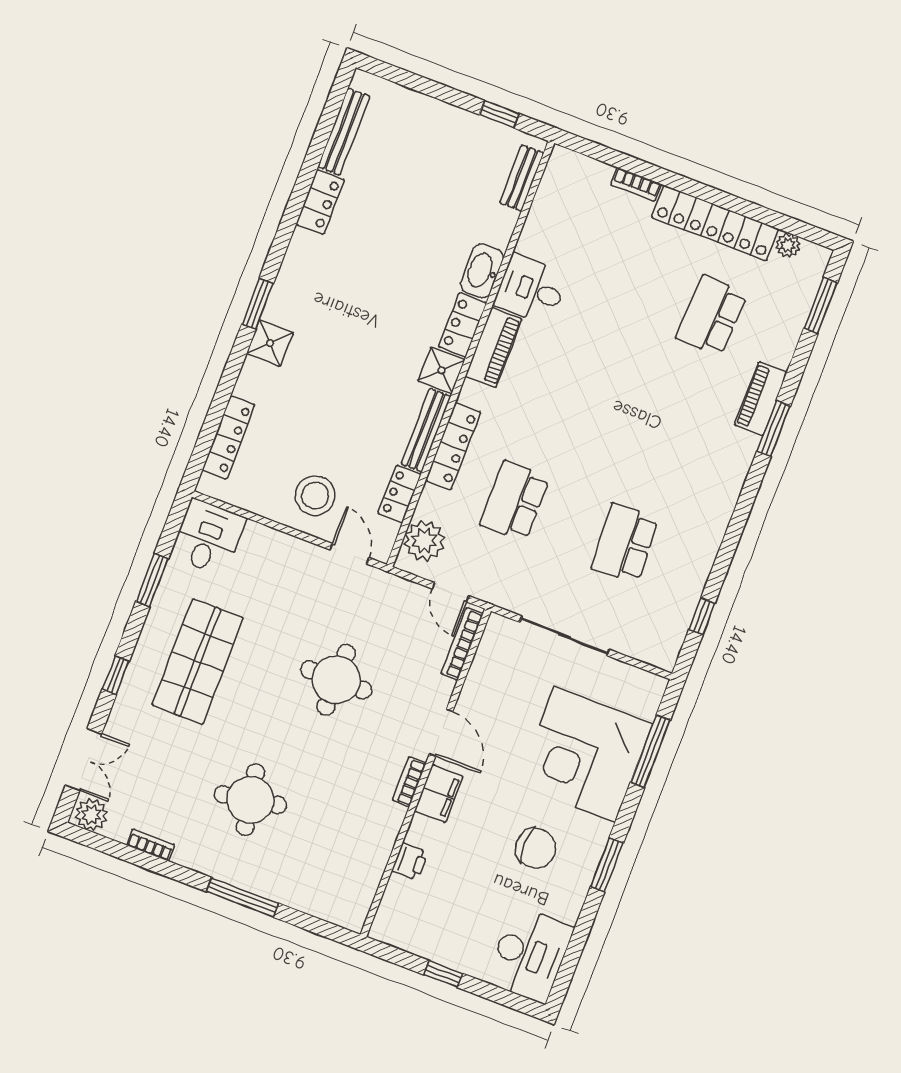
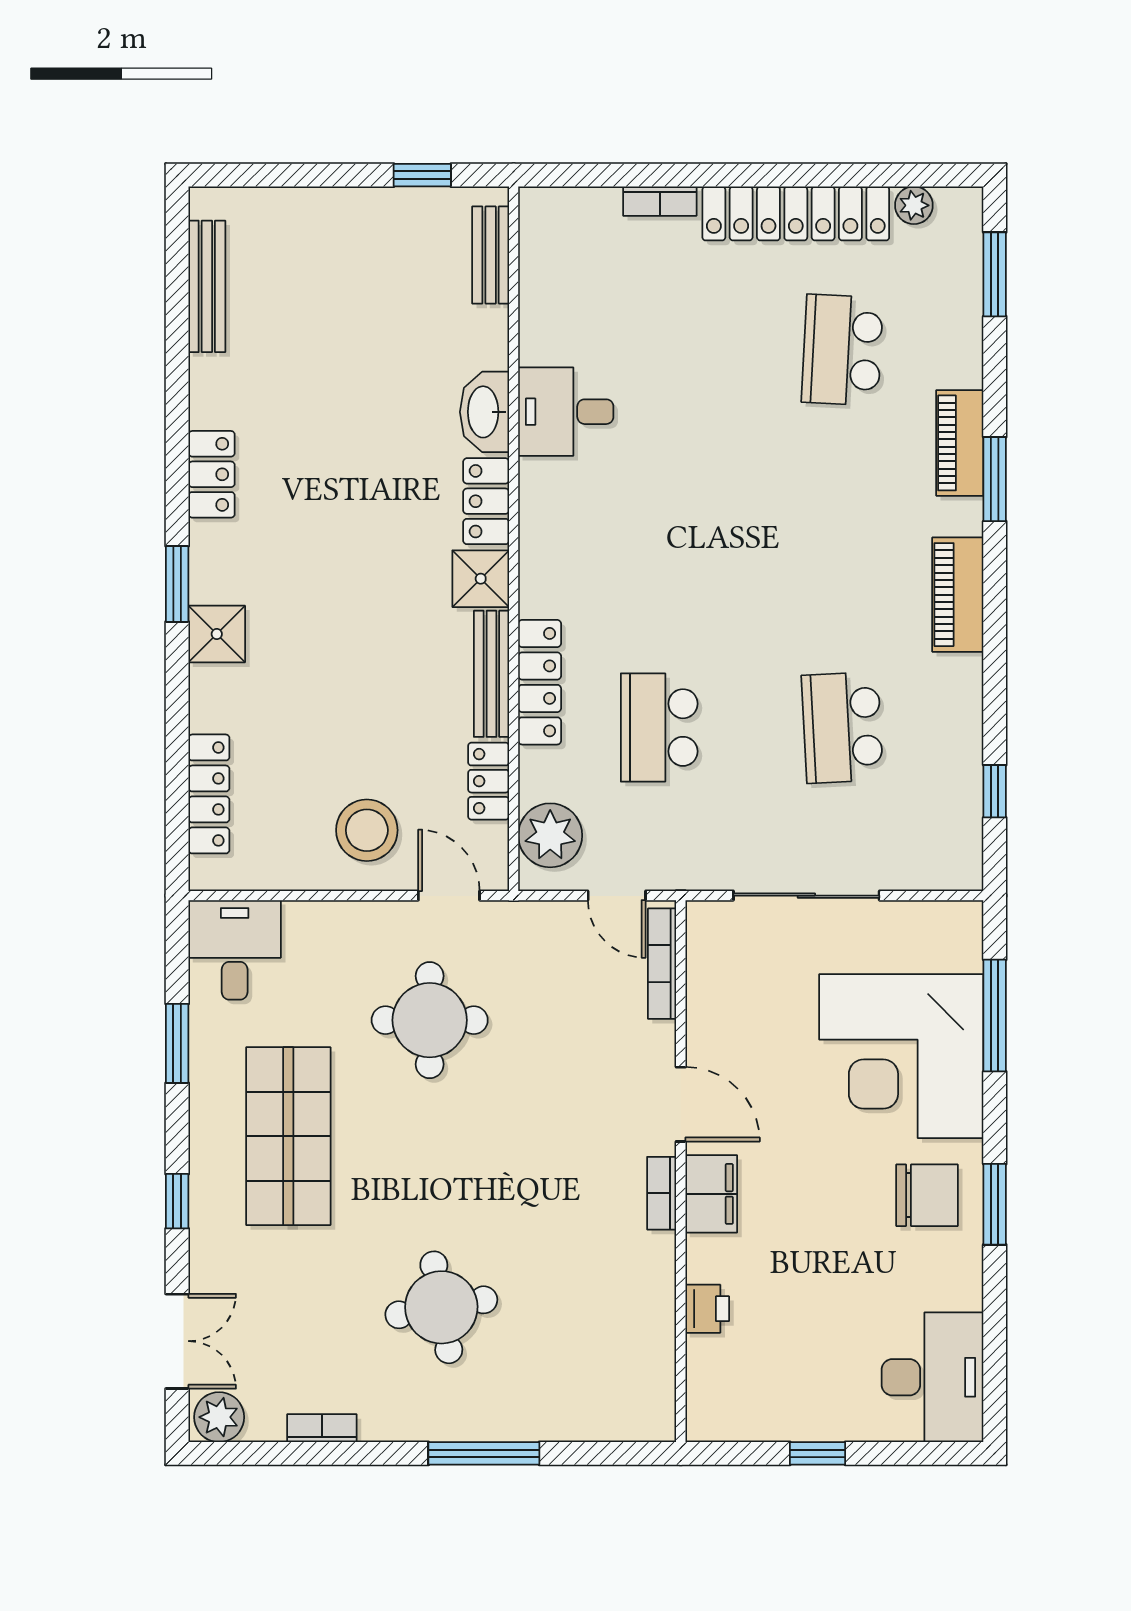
locker: (320, 202) -> (212, 474), moved
piano: (494, 348) -> (958, 595), moved, turned 180
round table: (336, 680) -> (430, 1020), moved
chair: (536, 848) -> (927, 1195), moved

